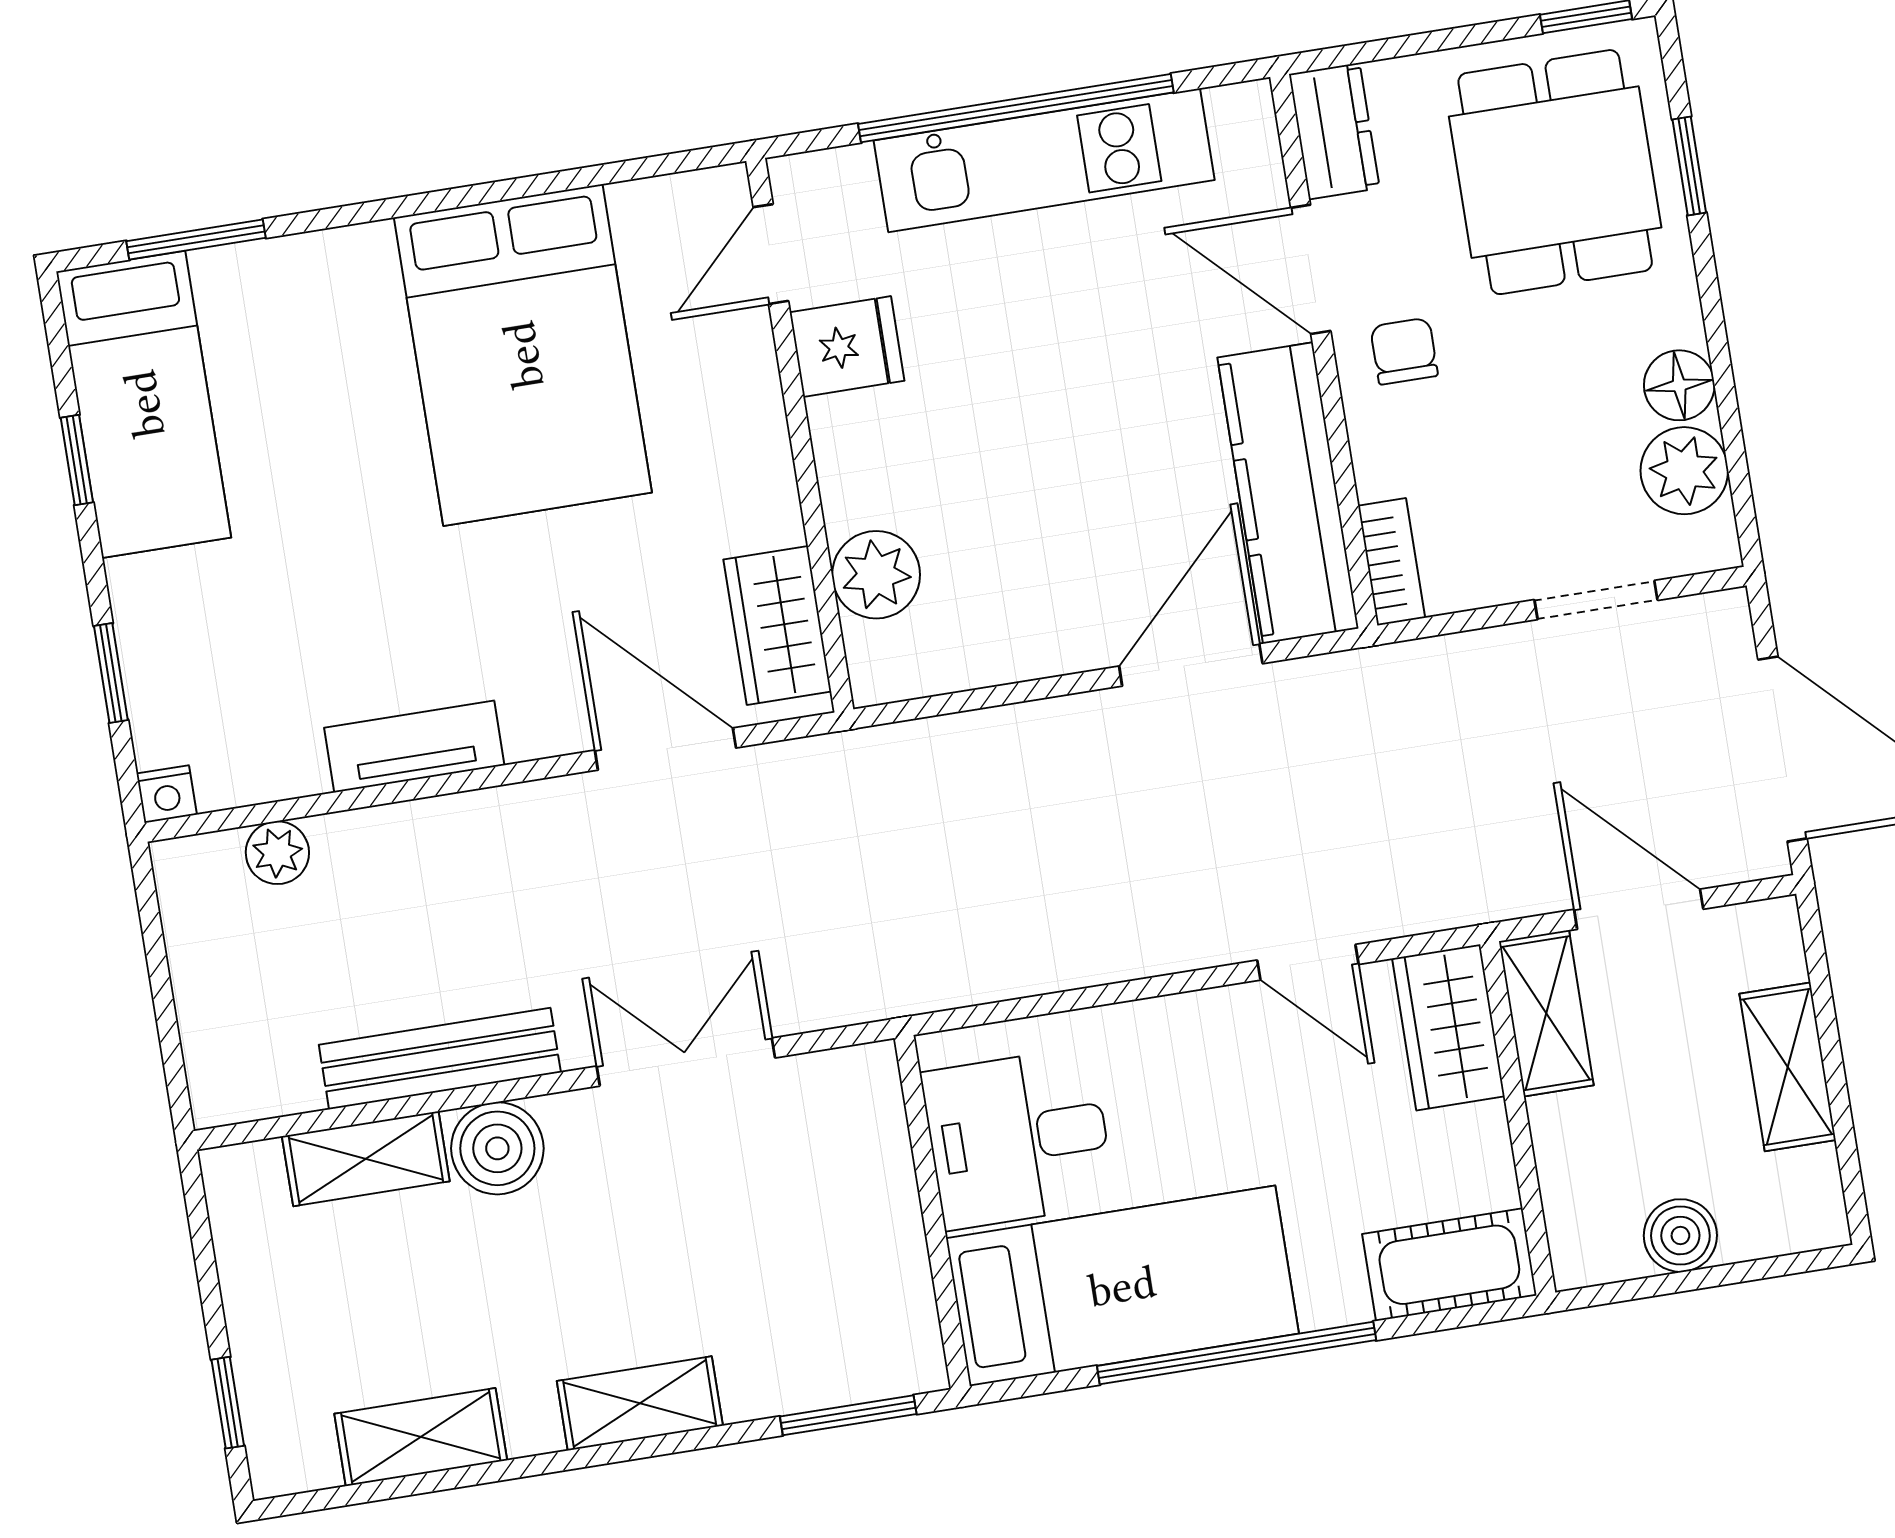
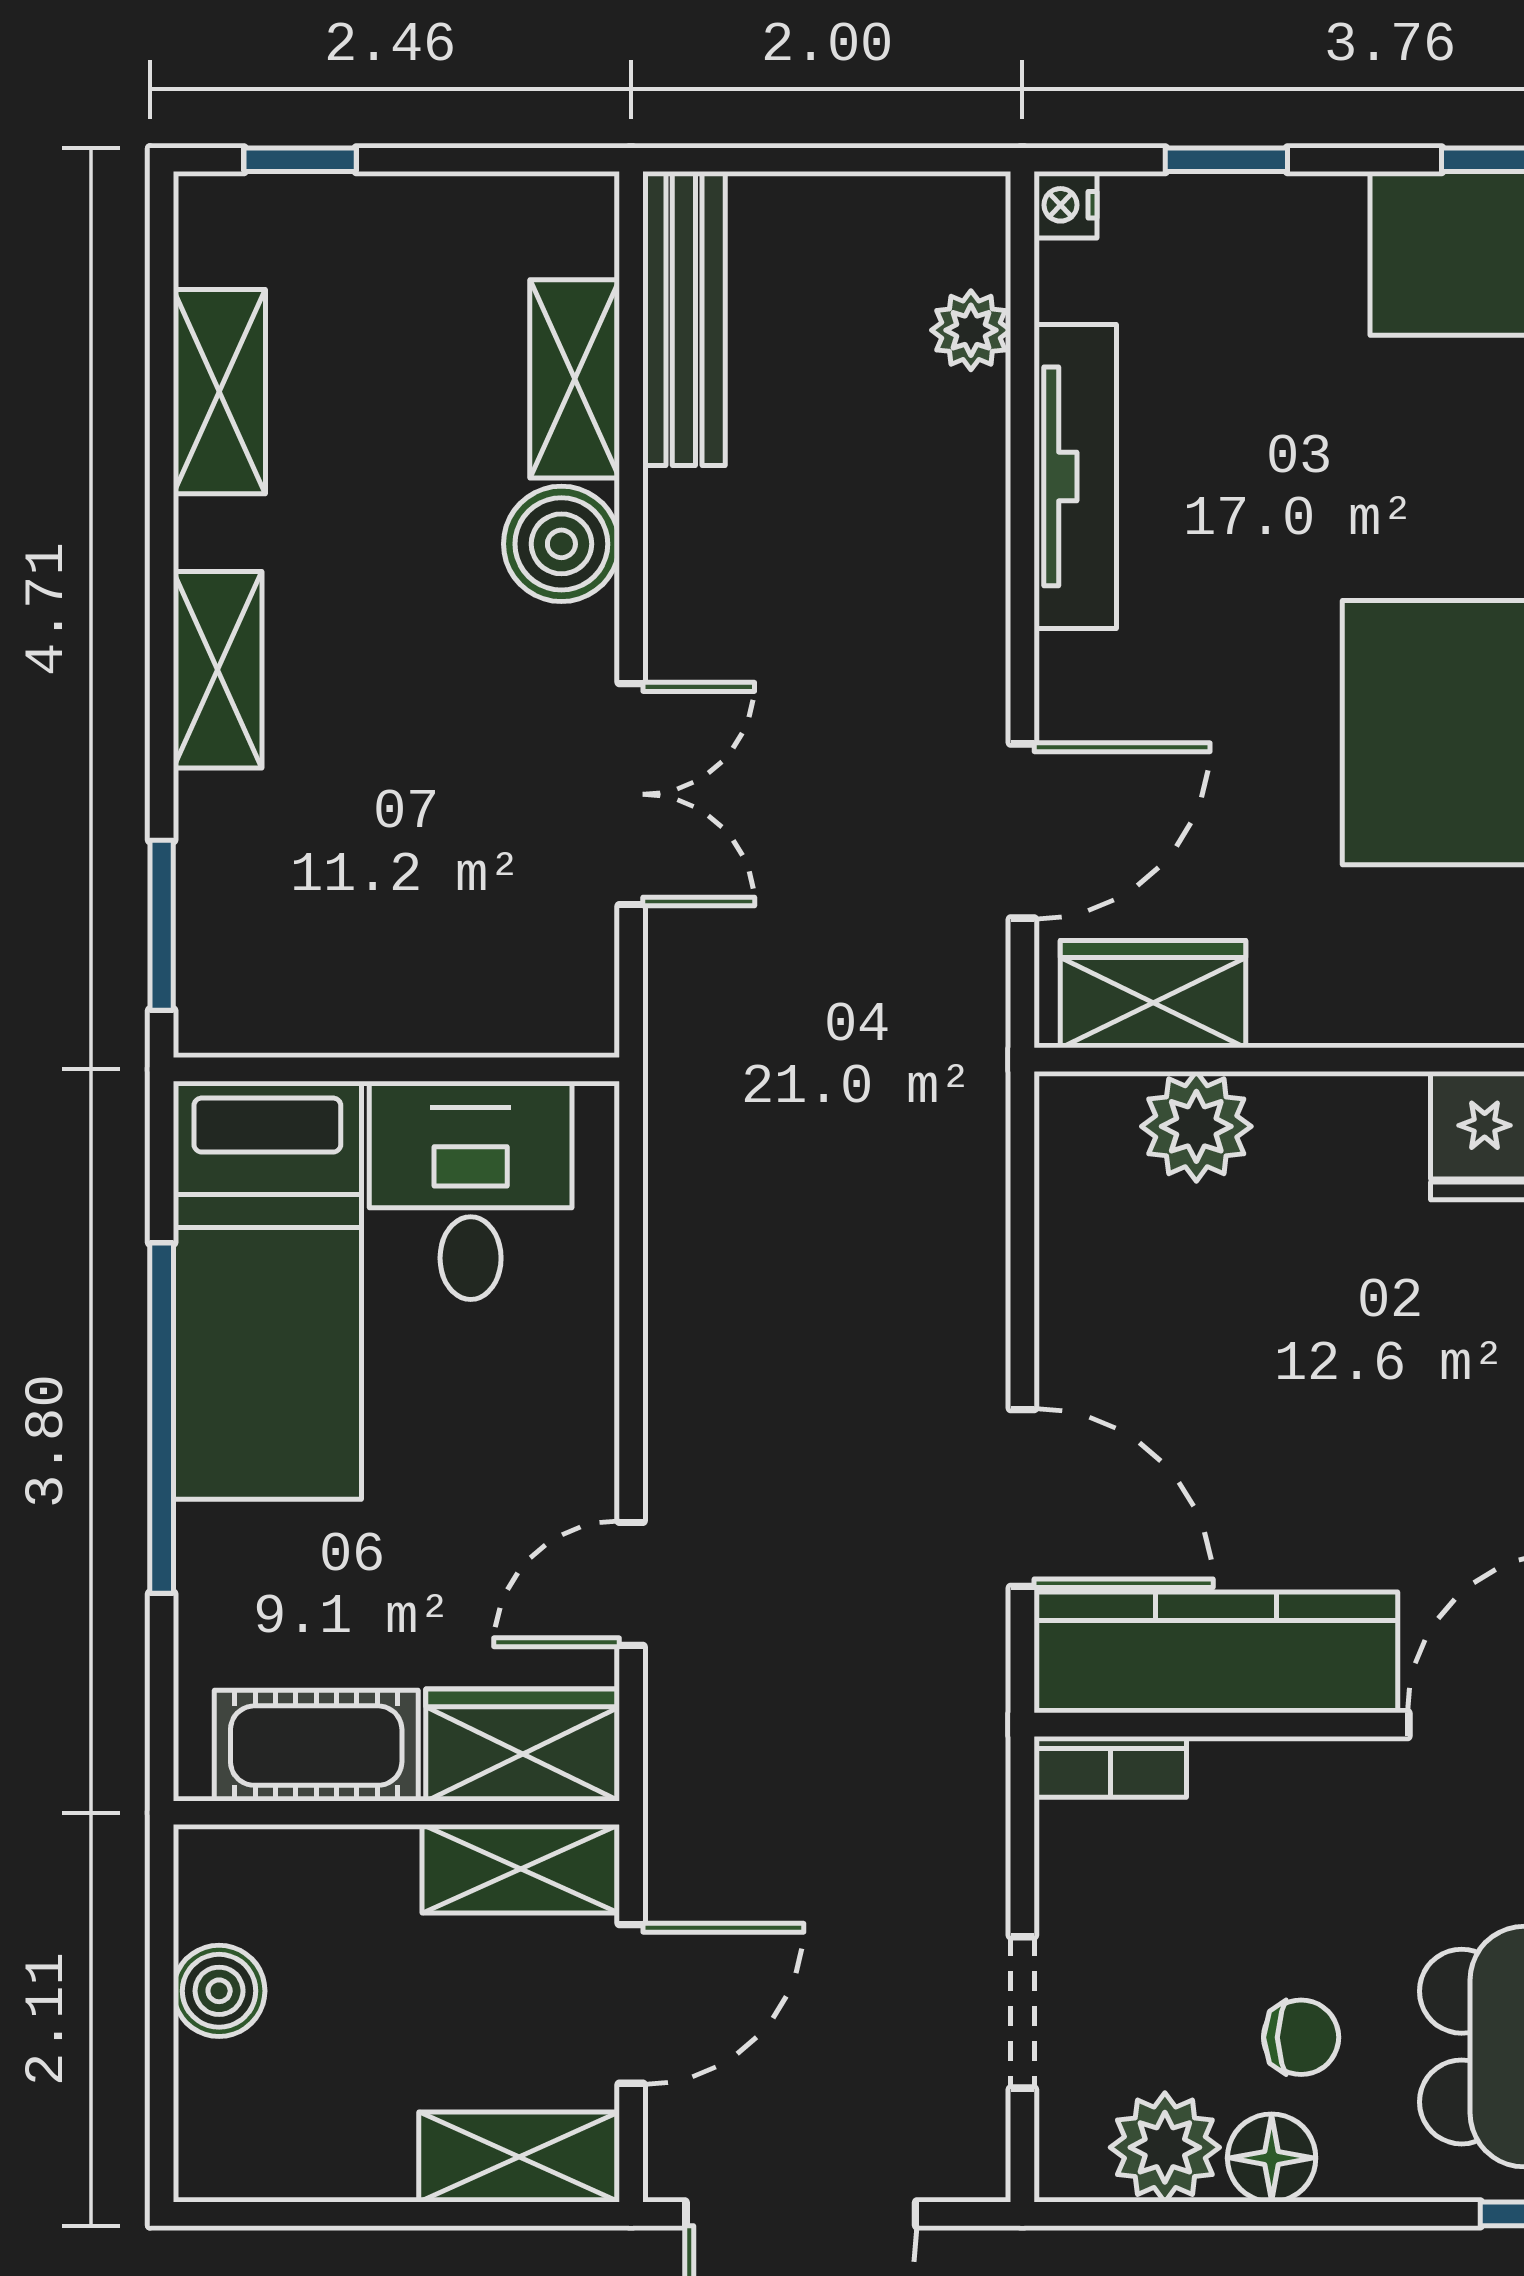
chair: (1404, 351) -> (1301, 2037), moved
tv unit: (414, 747) -> (1075, 476), width x1.41
bench: (440, 1059) -> (684, 319), moved
shelving: (1788, 1067) -> (519, 2157), moved
cot: (1449, 1265) -> (316, 1746), moved, turned 90

